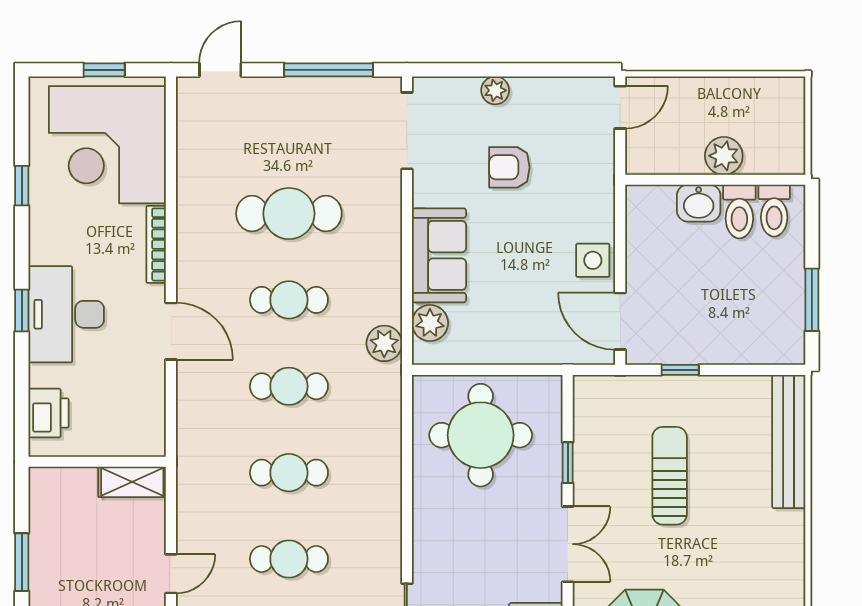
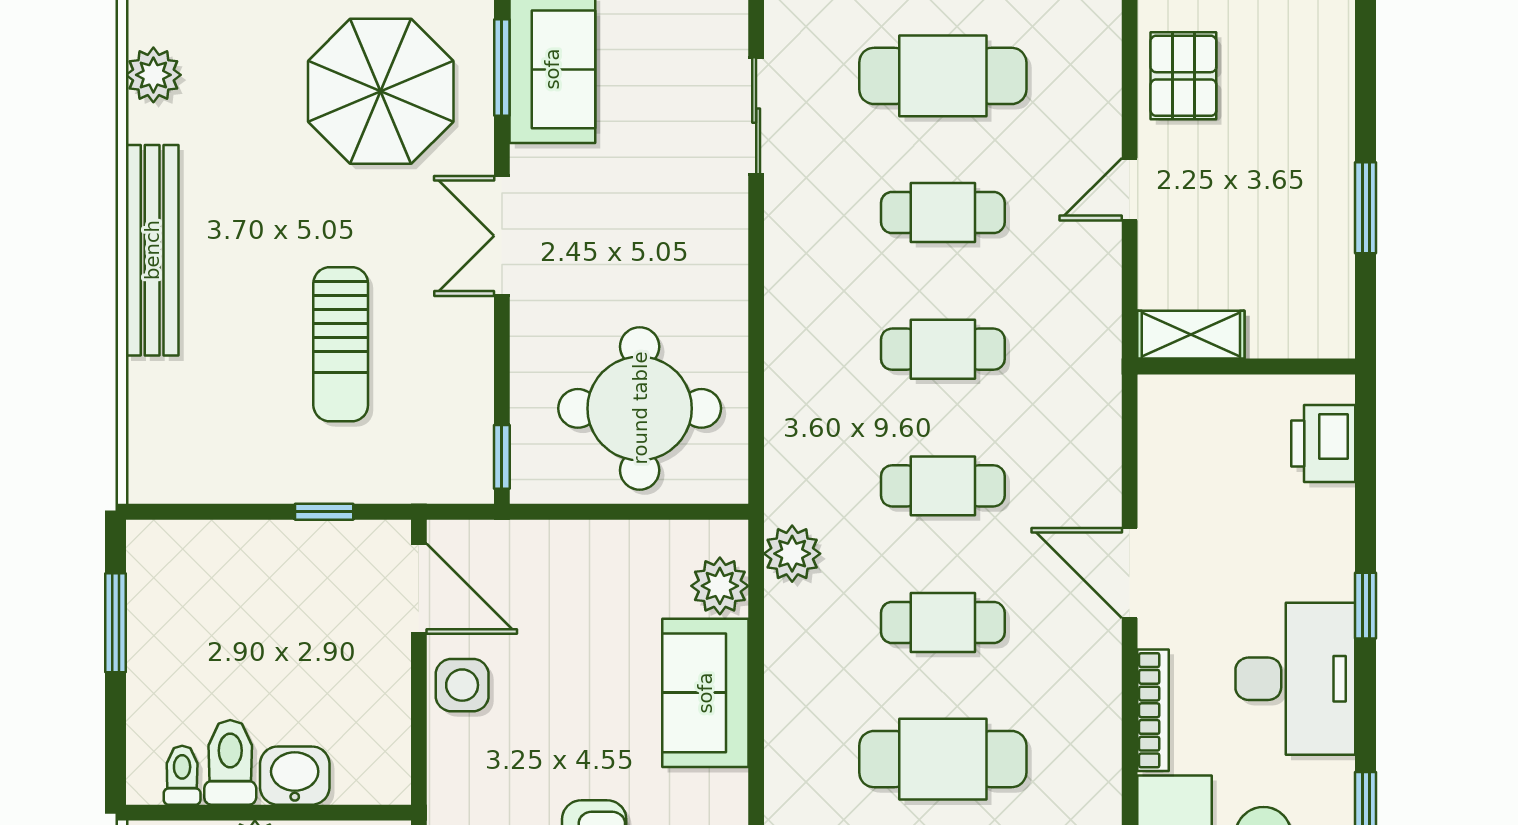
toilet: (774, 211) -> (182, 775), width x0.73, depth x0.72
desk: (66, 314) -> (1295, 679), moved
bench: (789, 441) -> (152, 250), moved
window: (568, 463) -> (502, 457), moved

